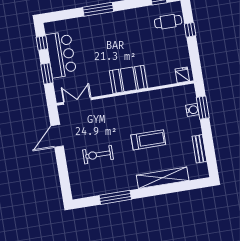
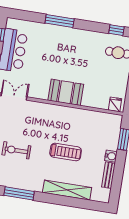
water cooler: (192, 110) -> (111, 156), moved

